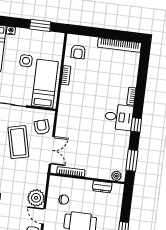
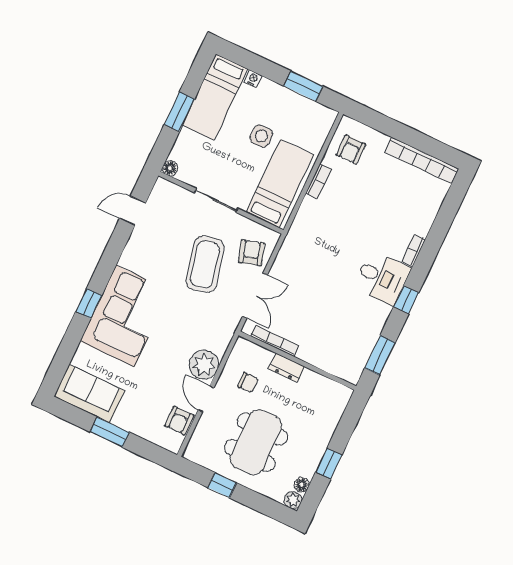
plant: (116, 176) -> (346, 372), removed
dresser: (102, 187) -> (287, 368), moved

